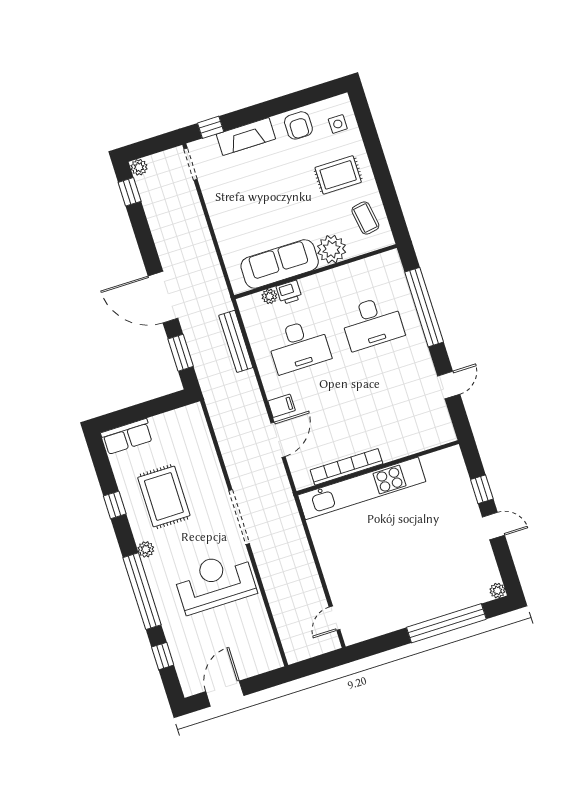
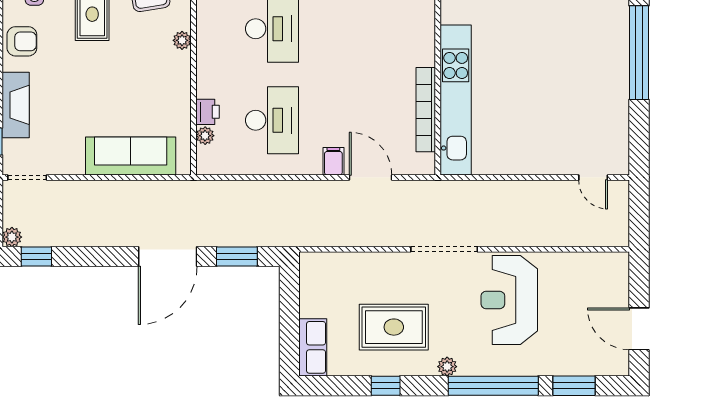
plant: (332, 249) -> (182, 40), width x0.53, depth x0.53
sofa: (280, 264) -> (131, 156), moved, turned 90
bench: (236, 341) -> (244, 190), removed
window: (163, 656) -> (574, 386), width x1.50

